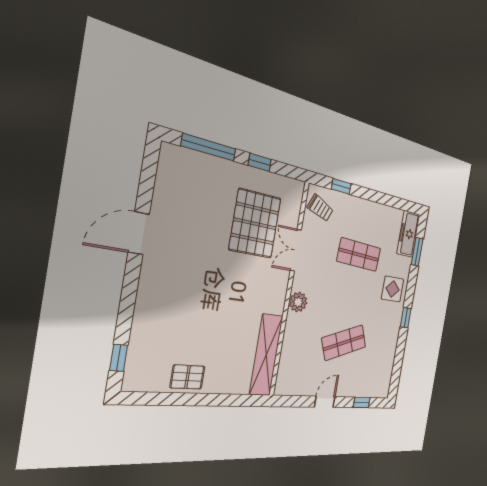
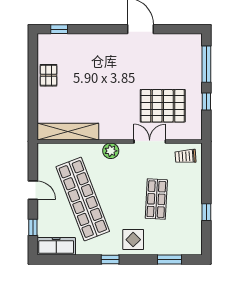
window: (341, 186) -> (206, 212), moved
trolley: (320, 208) -> (186, 156), turned 63
freezer: (408, 234) -> (56, 246), moved
shop shelf: (344, 343) -> (83, 199), width x2.00, depth x1.36

